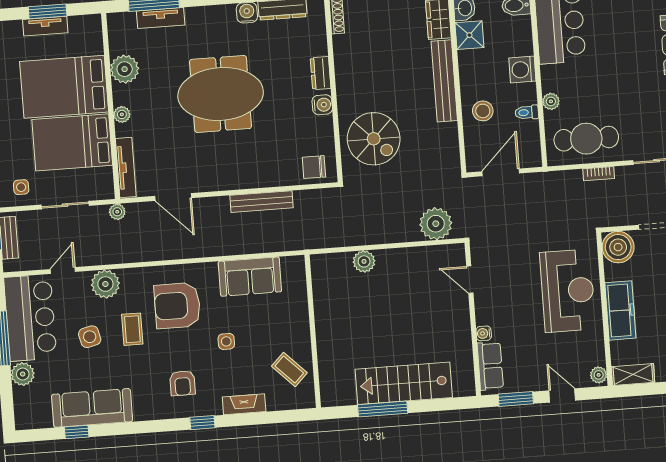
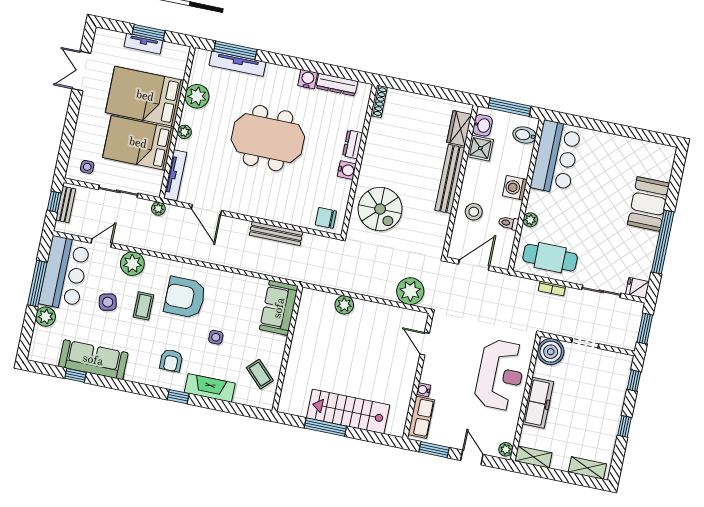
tv unit: (161, 18) -> (238, 64), width x1.41
sofa: (250, 277) -> (279, 308), moved, turned 90
fireplace: (244, 404) -> (210, 388), width x1.37, depth x1.32

